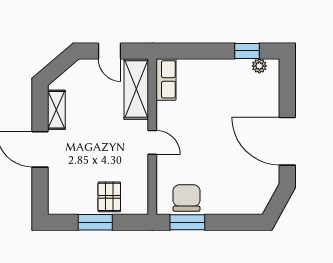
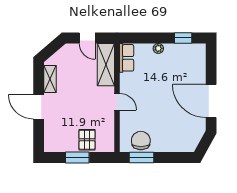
plant: (259, 66) -> (158, 48), moved

